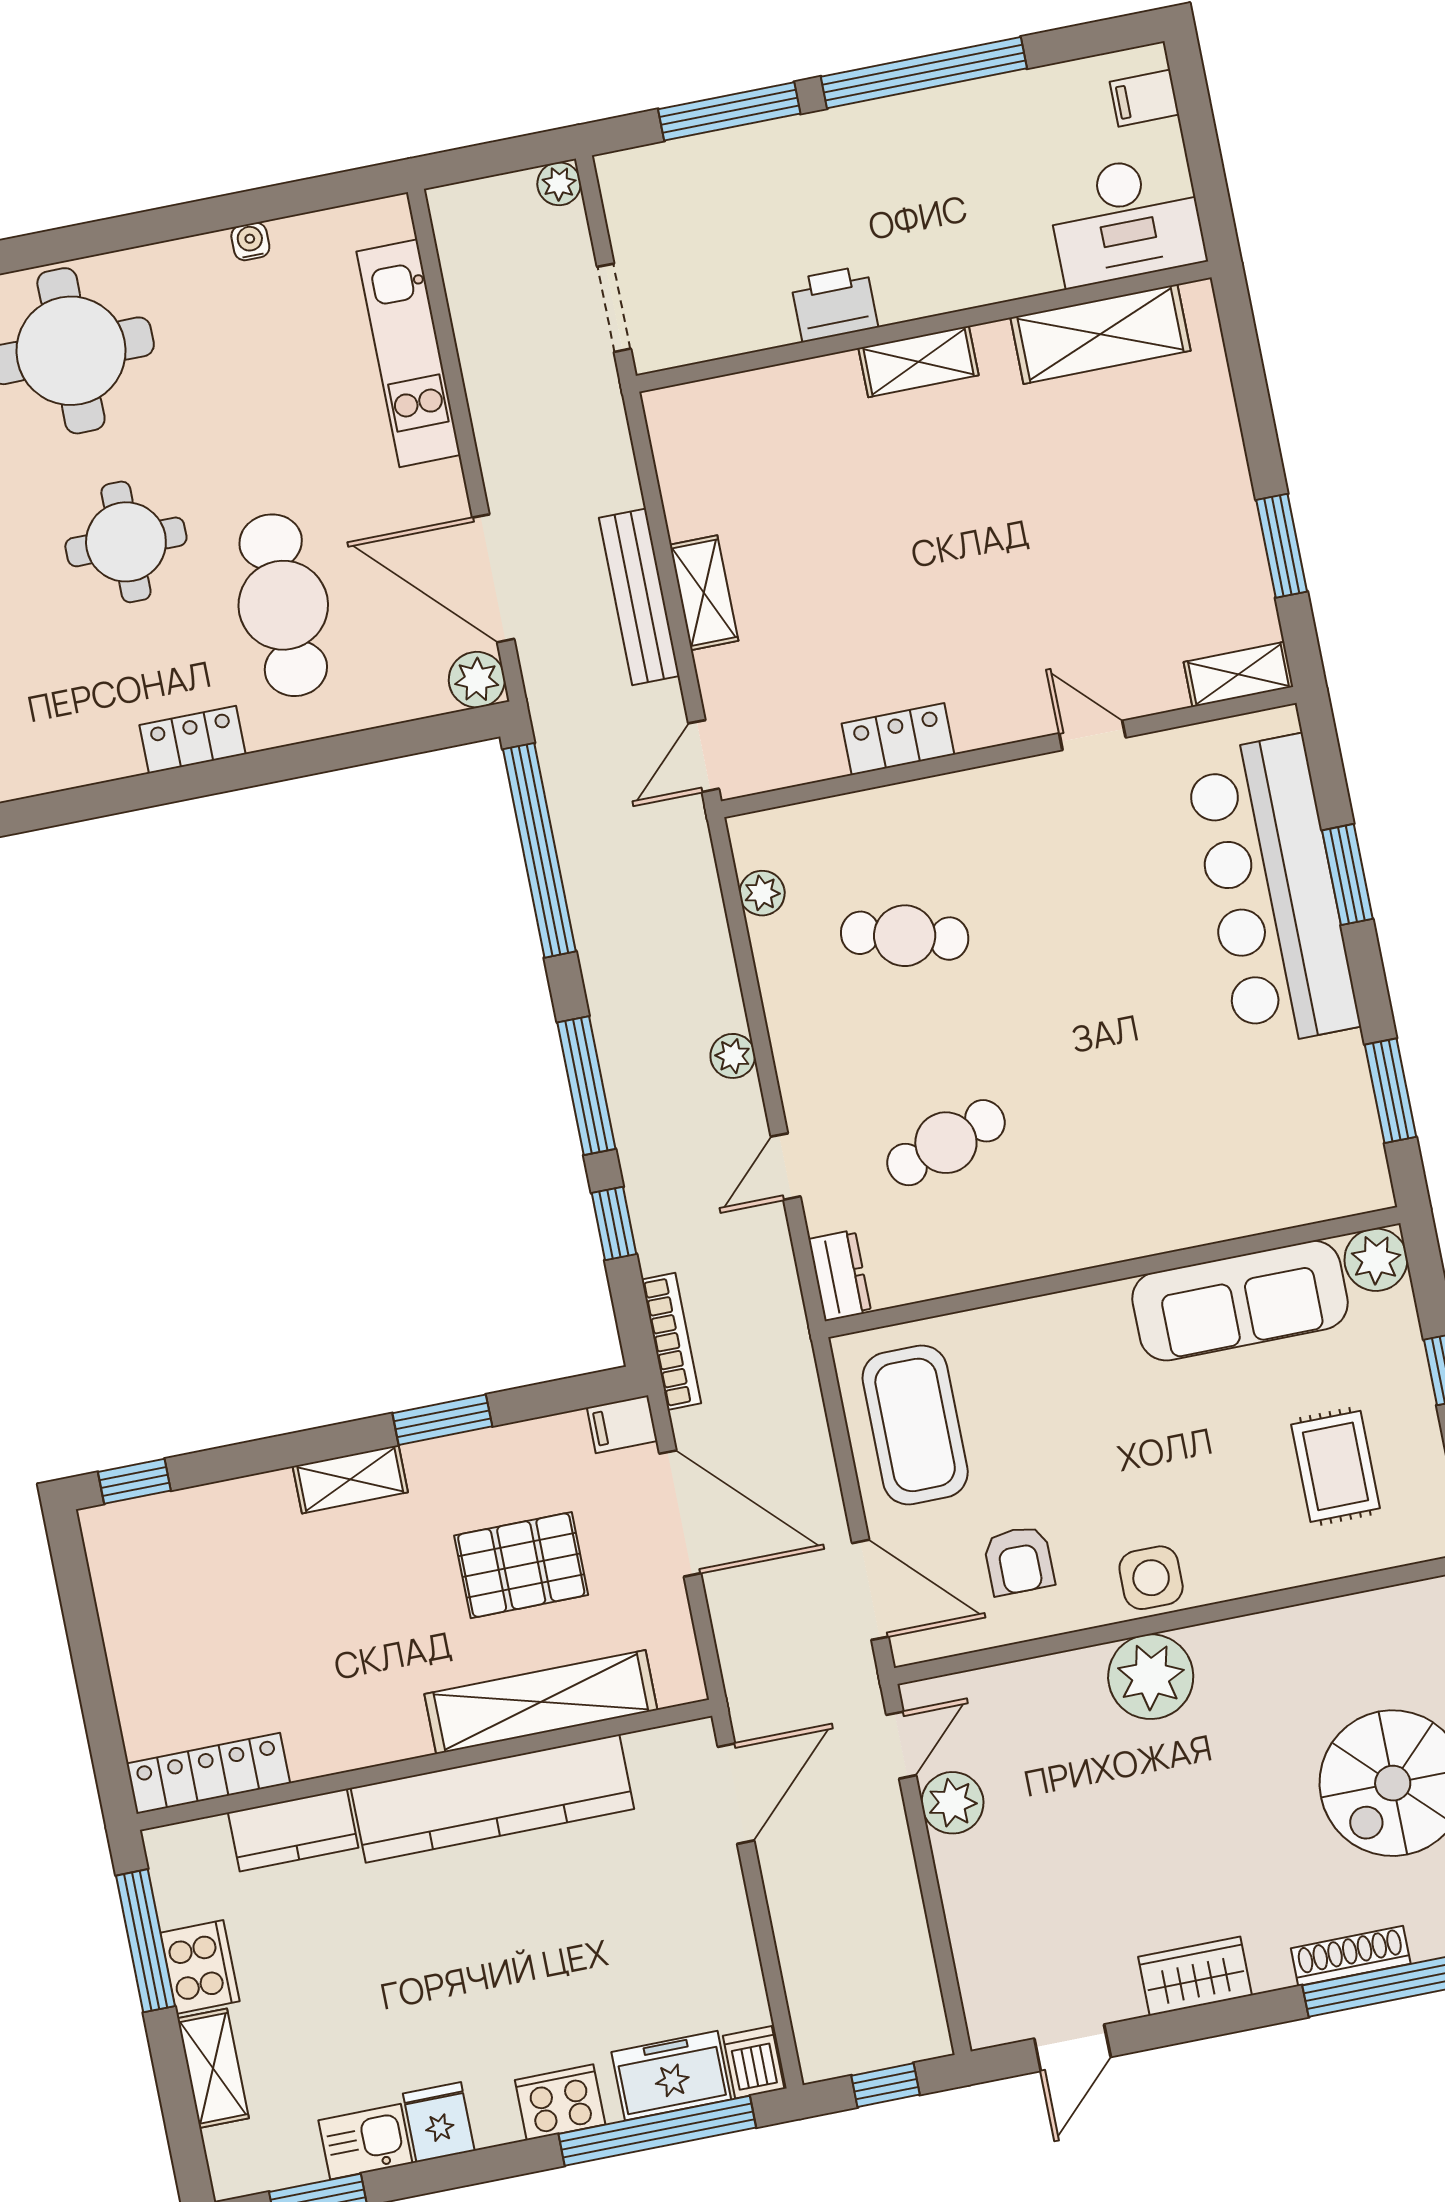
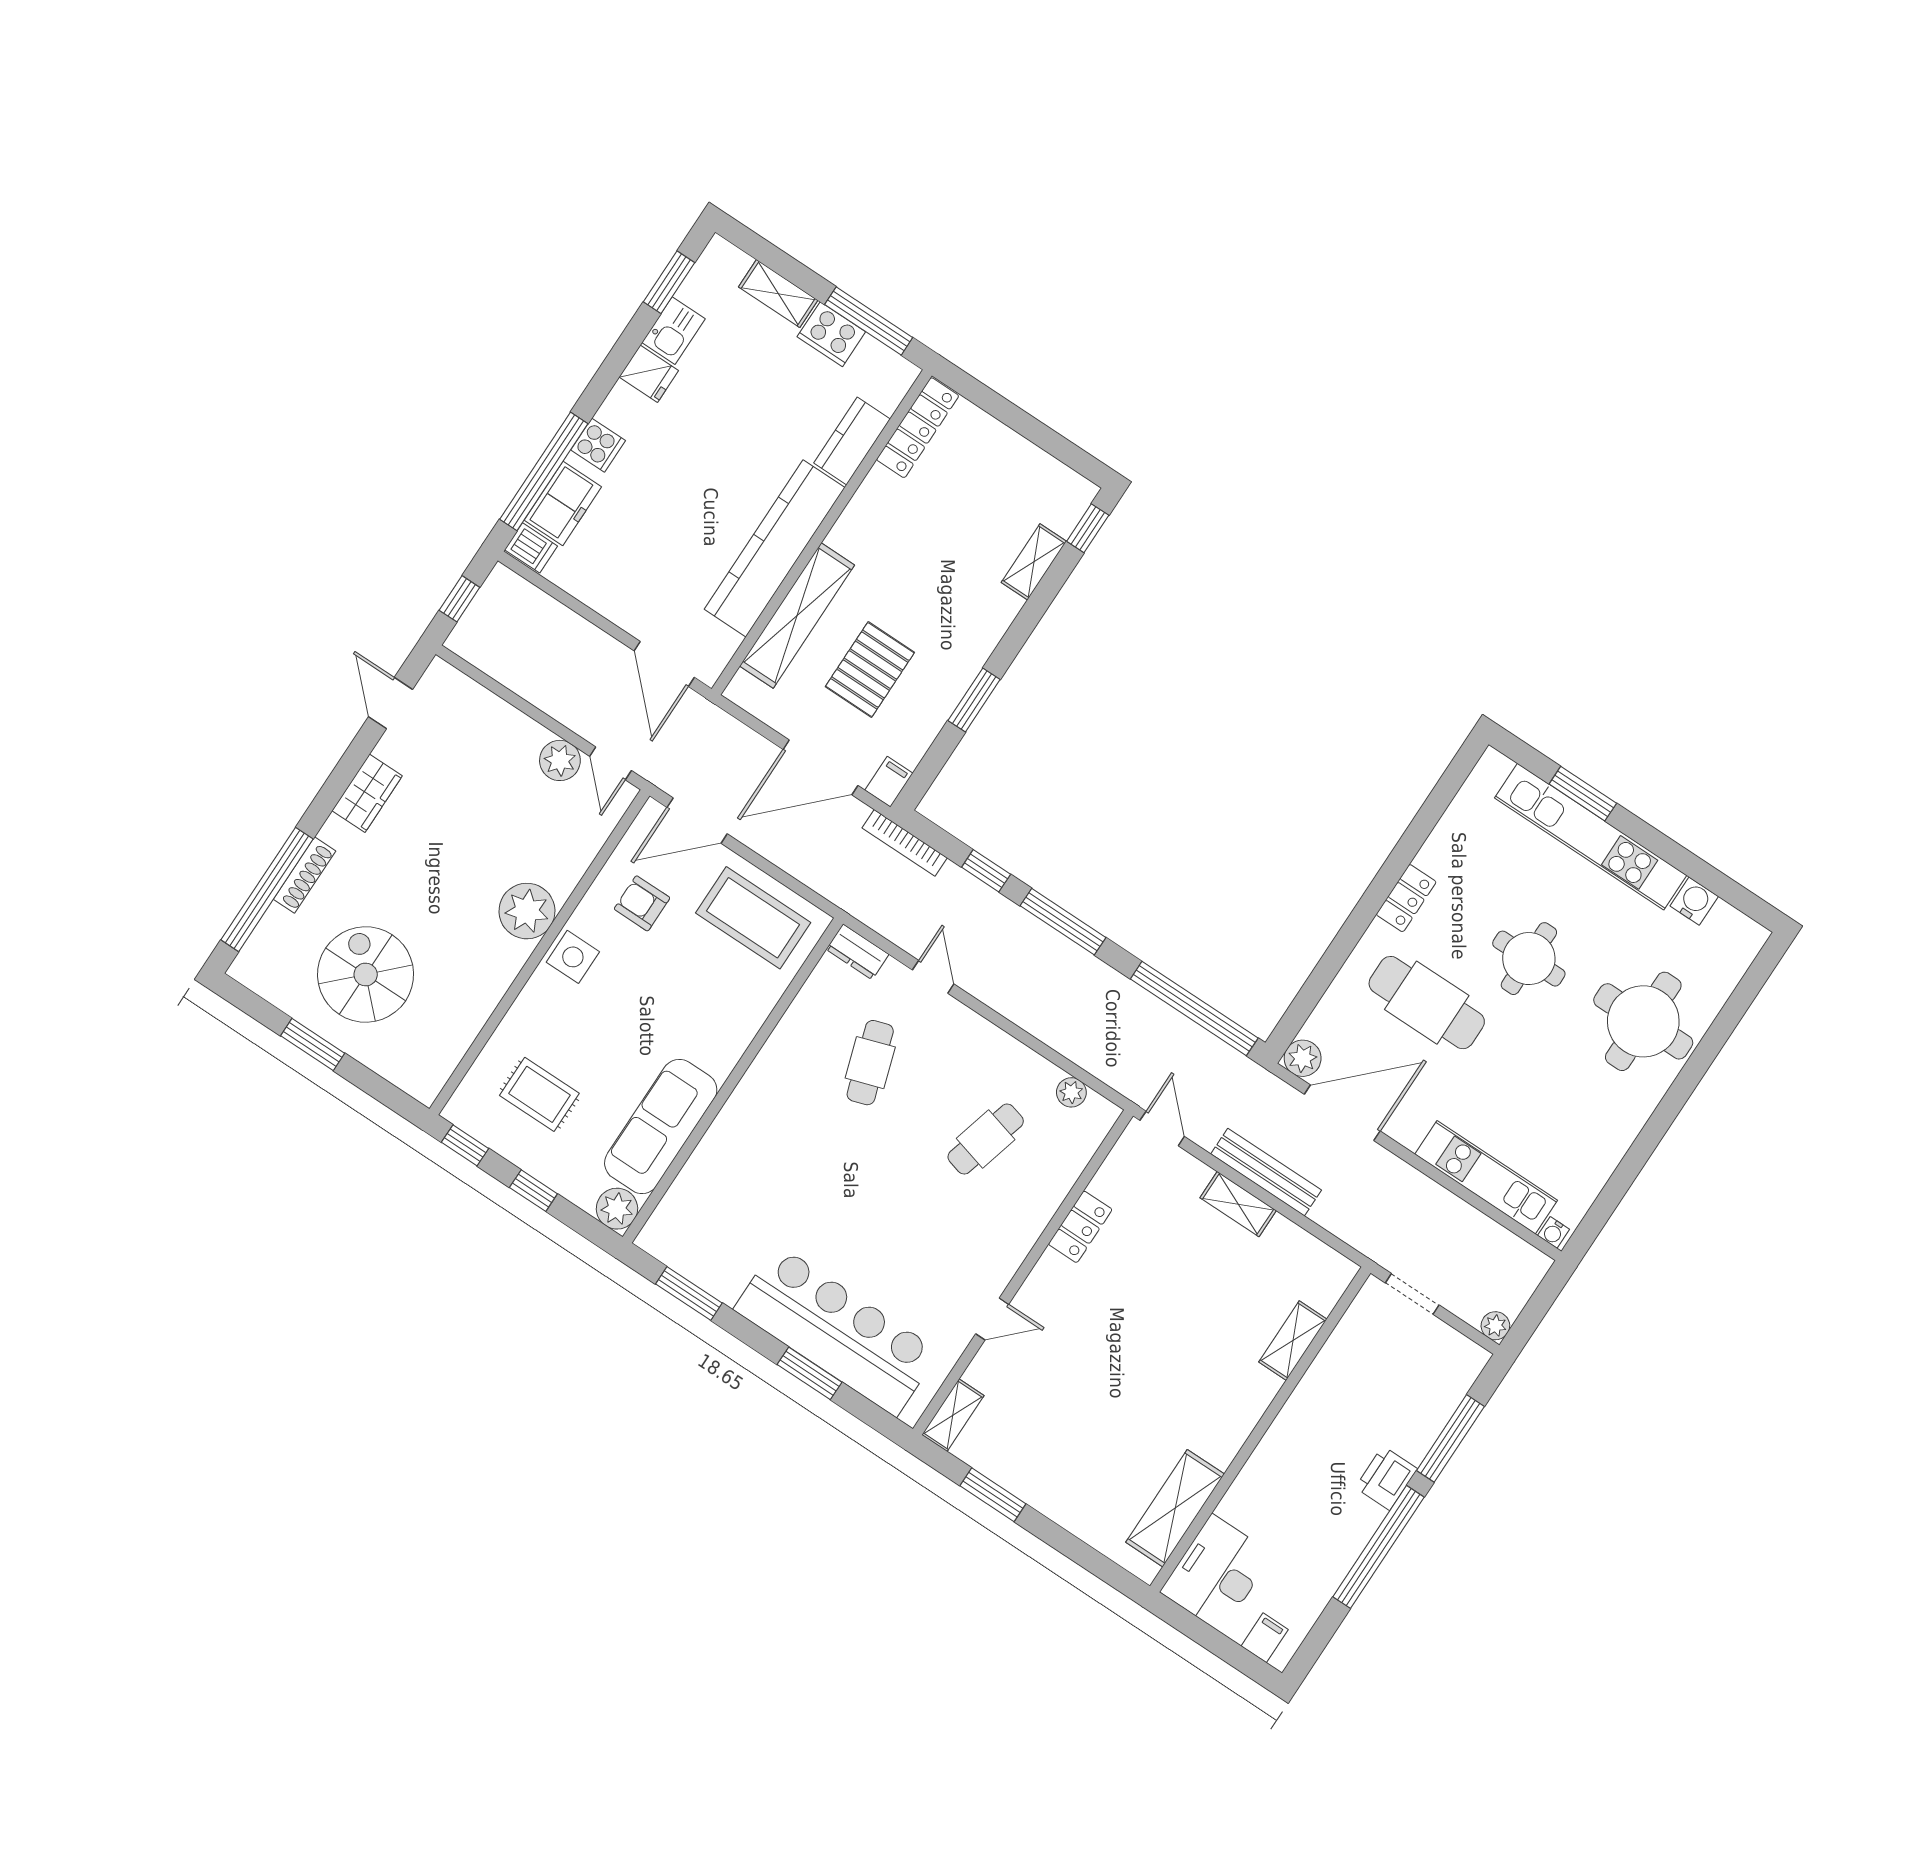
water cooler: (250, 241) -> (1554, 1232), moved, turned 90
printer: (834, 304) -> (1386, 1478), moved, turned 180
shelving: (919, 362) -> (1293, 1341), moved
plant: (733, 1056) -> (1009, 1003), removed
shelving: (350, 1479) -> (1034, 562), moved
cooker: (560, 2102) -> (598, 445), width x0.73

